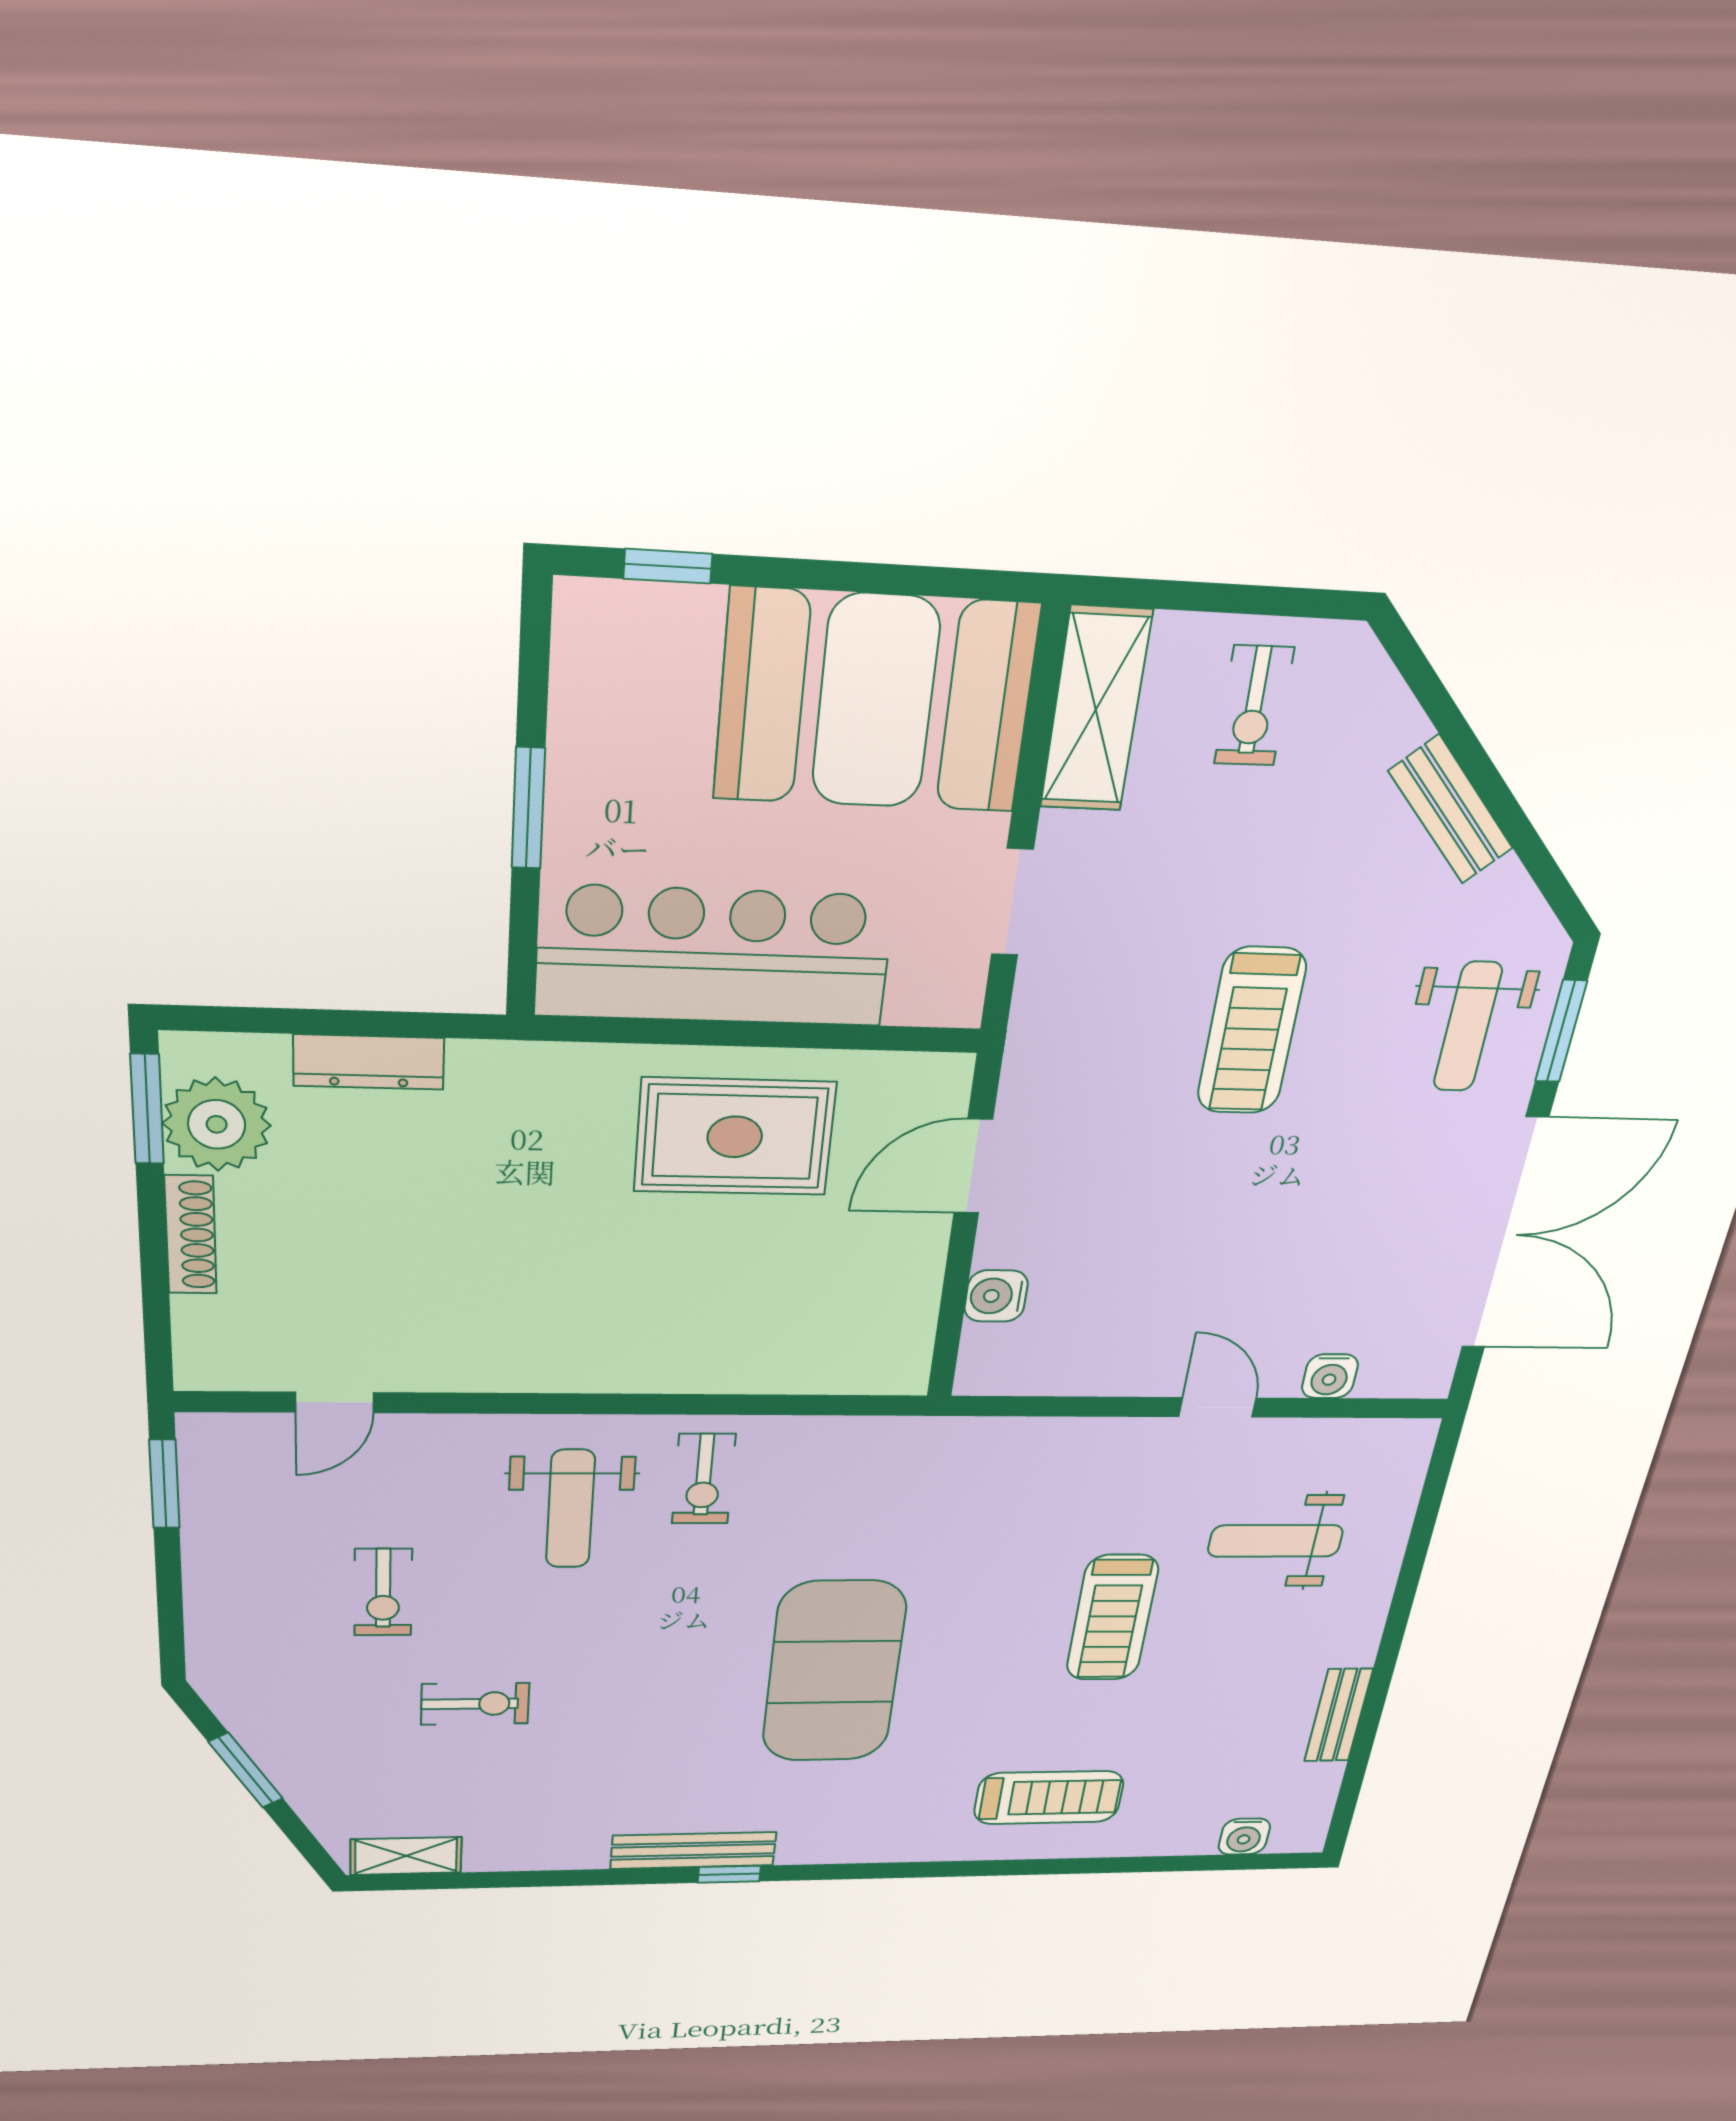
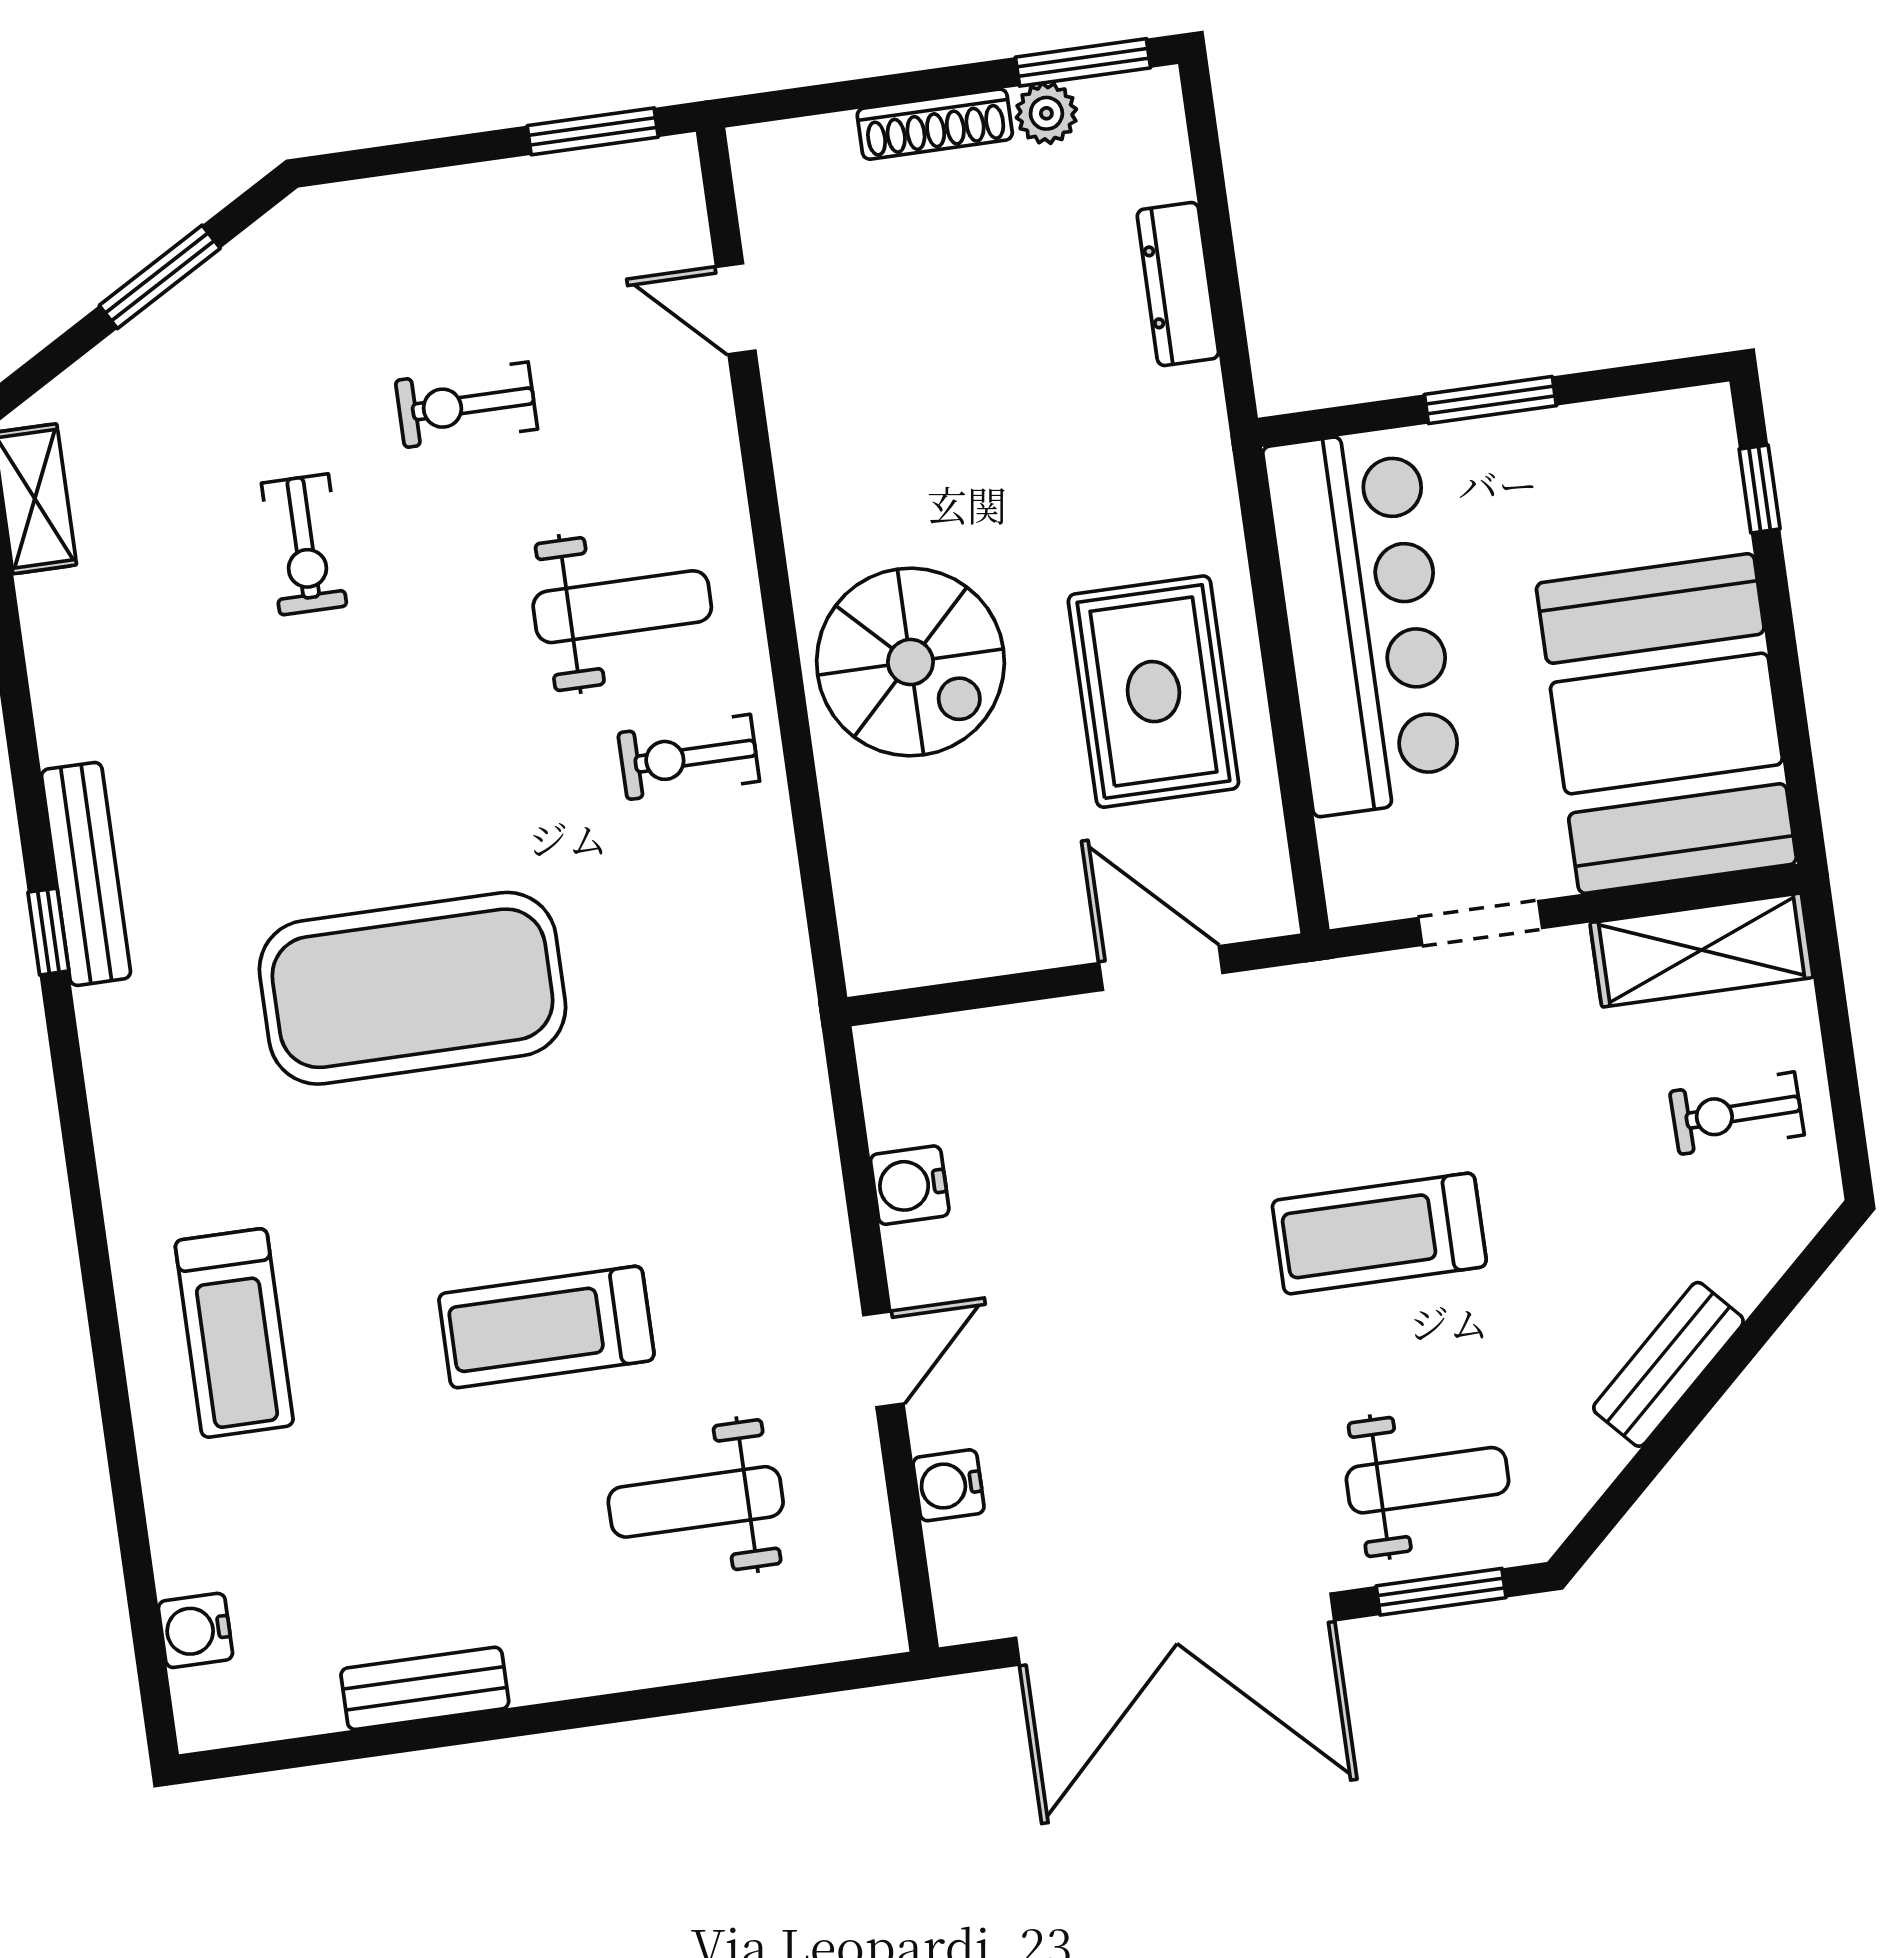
weight bench: (1468, 1027) -> (1427, 1480), turned 180
plant: (217, 1124) -> (1046, 113), width x0.53, depth x0.53
water cooler: (996, 1296) -> (910, 1185), moved, turned -90
spiral stairs: (664, 1316) -> (910, 662), added
weight bench: (570, 1509) -> (622, 607), turned 180
weight bench: (1275, 1541) -> (696, 1502), turned -90

